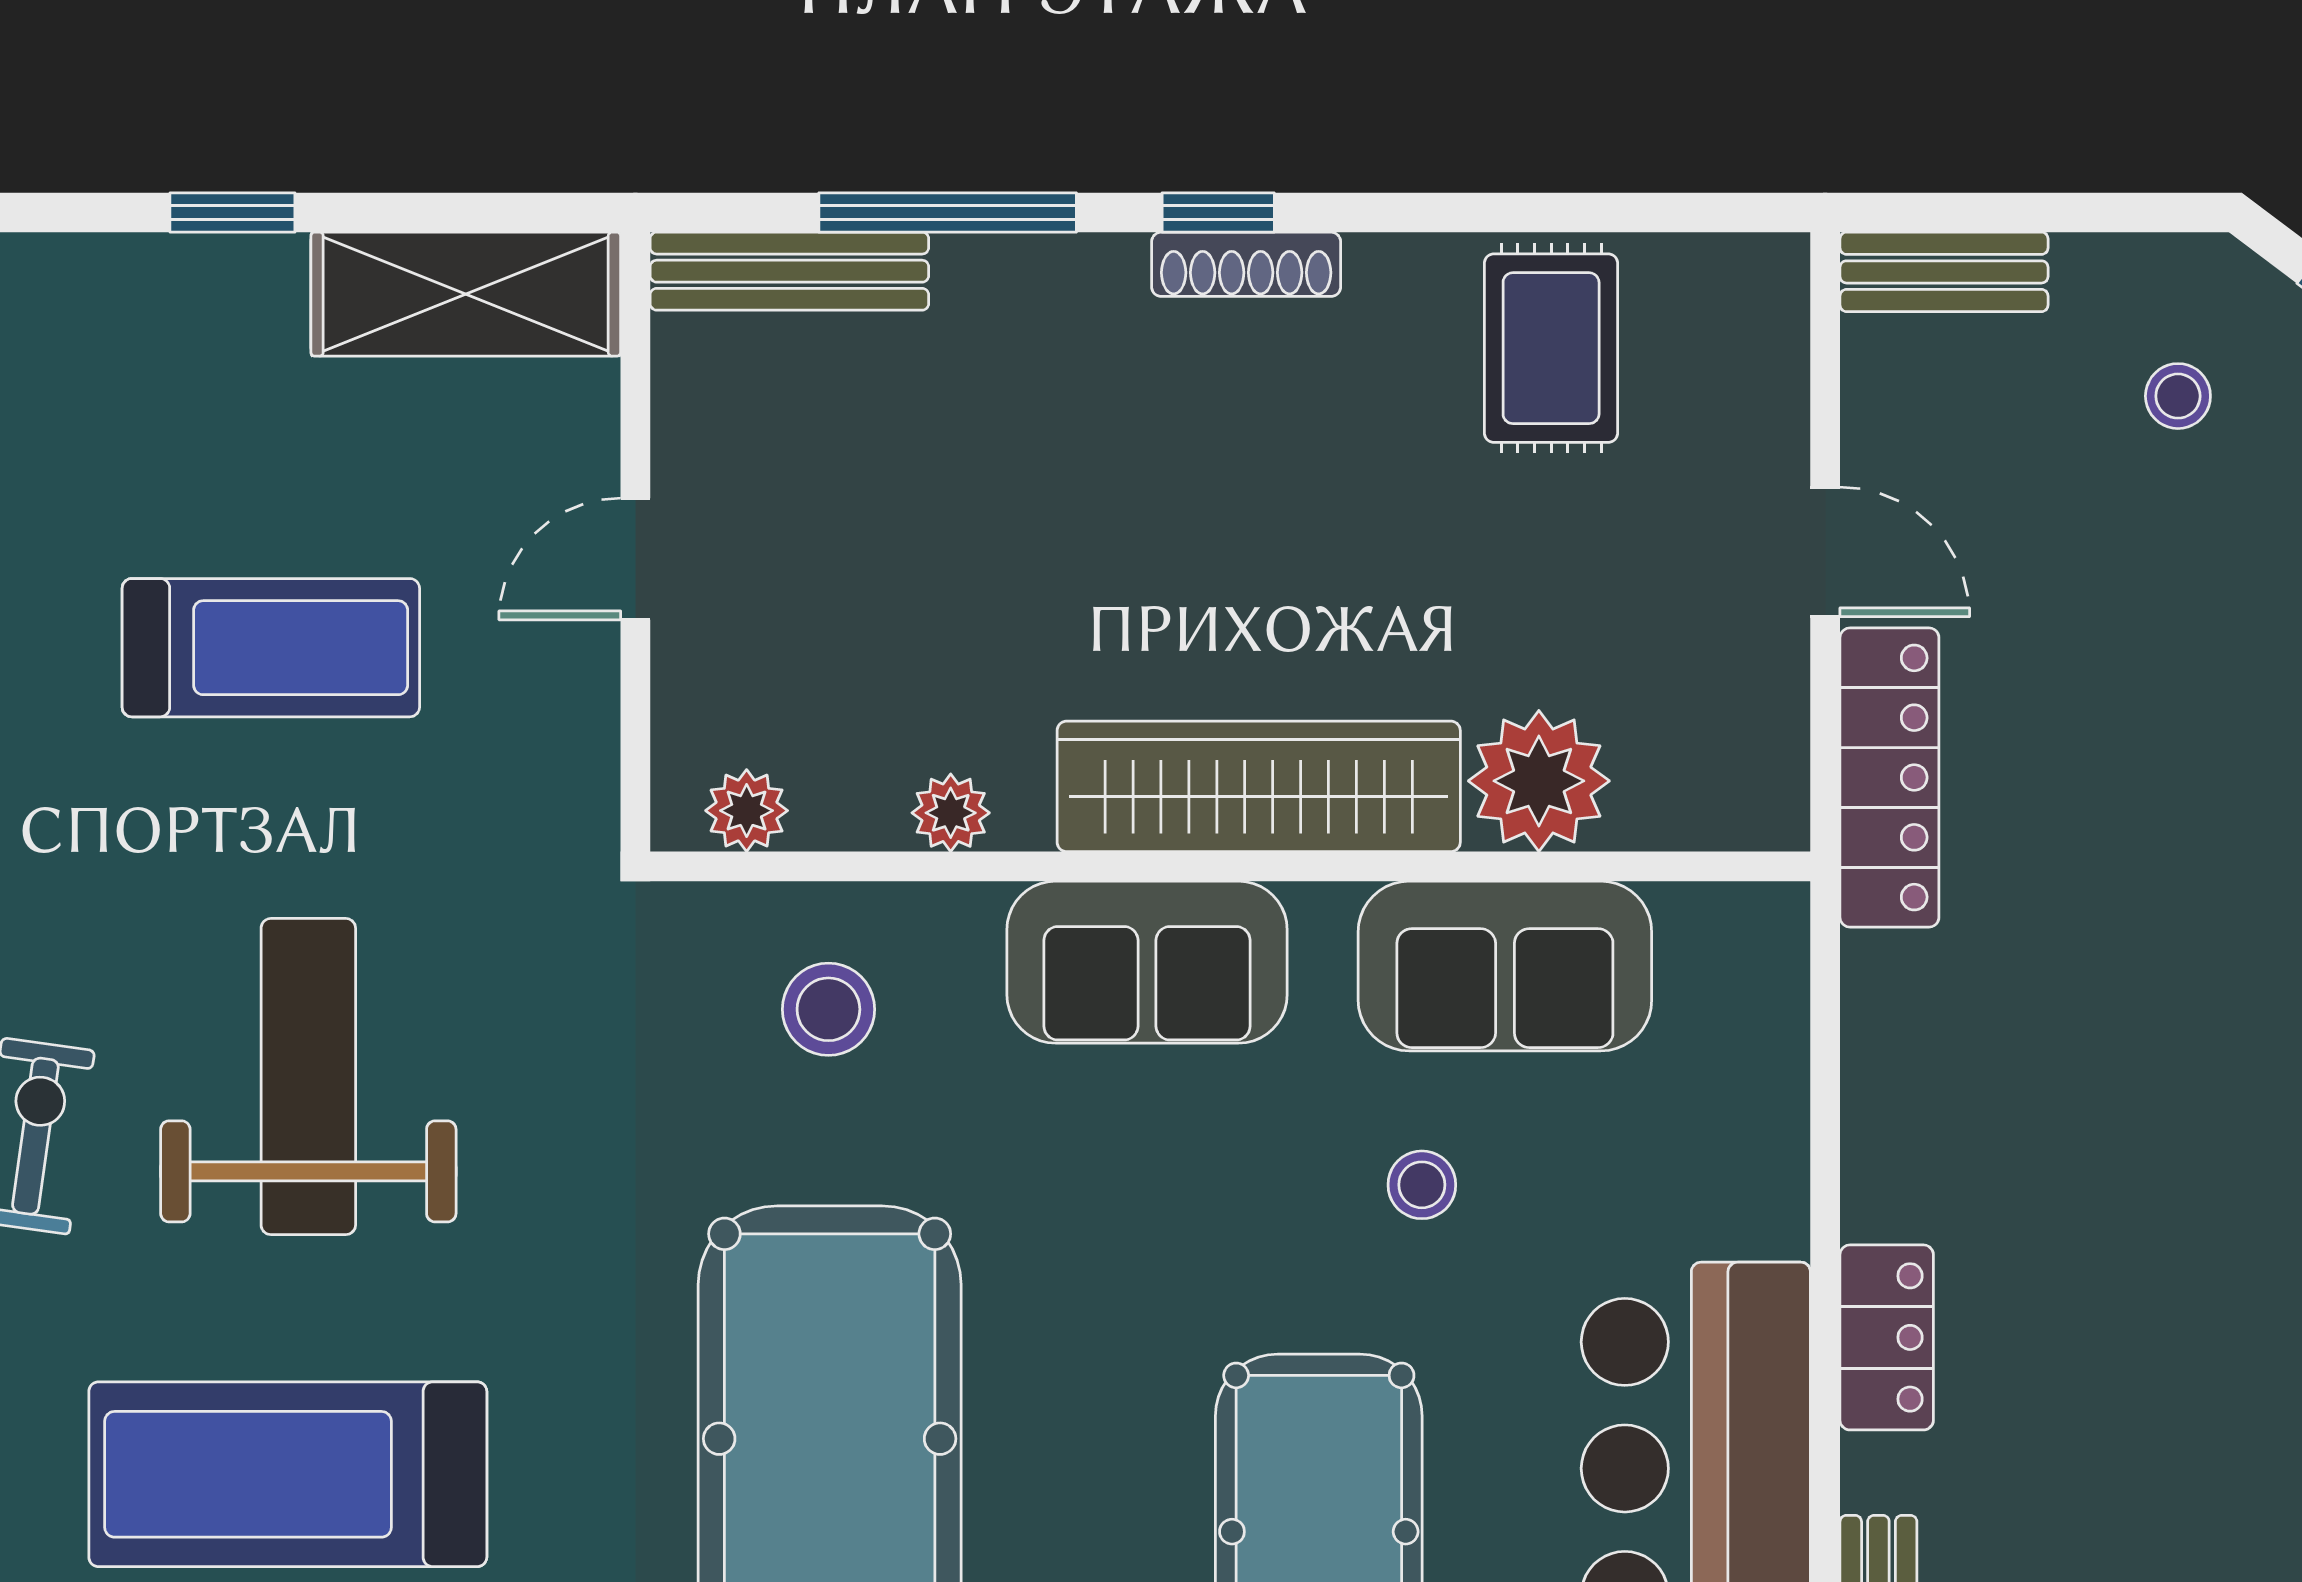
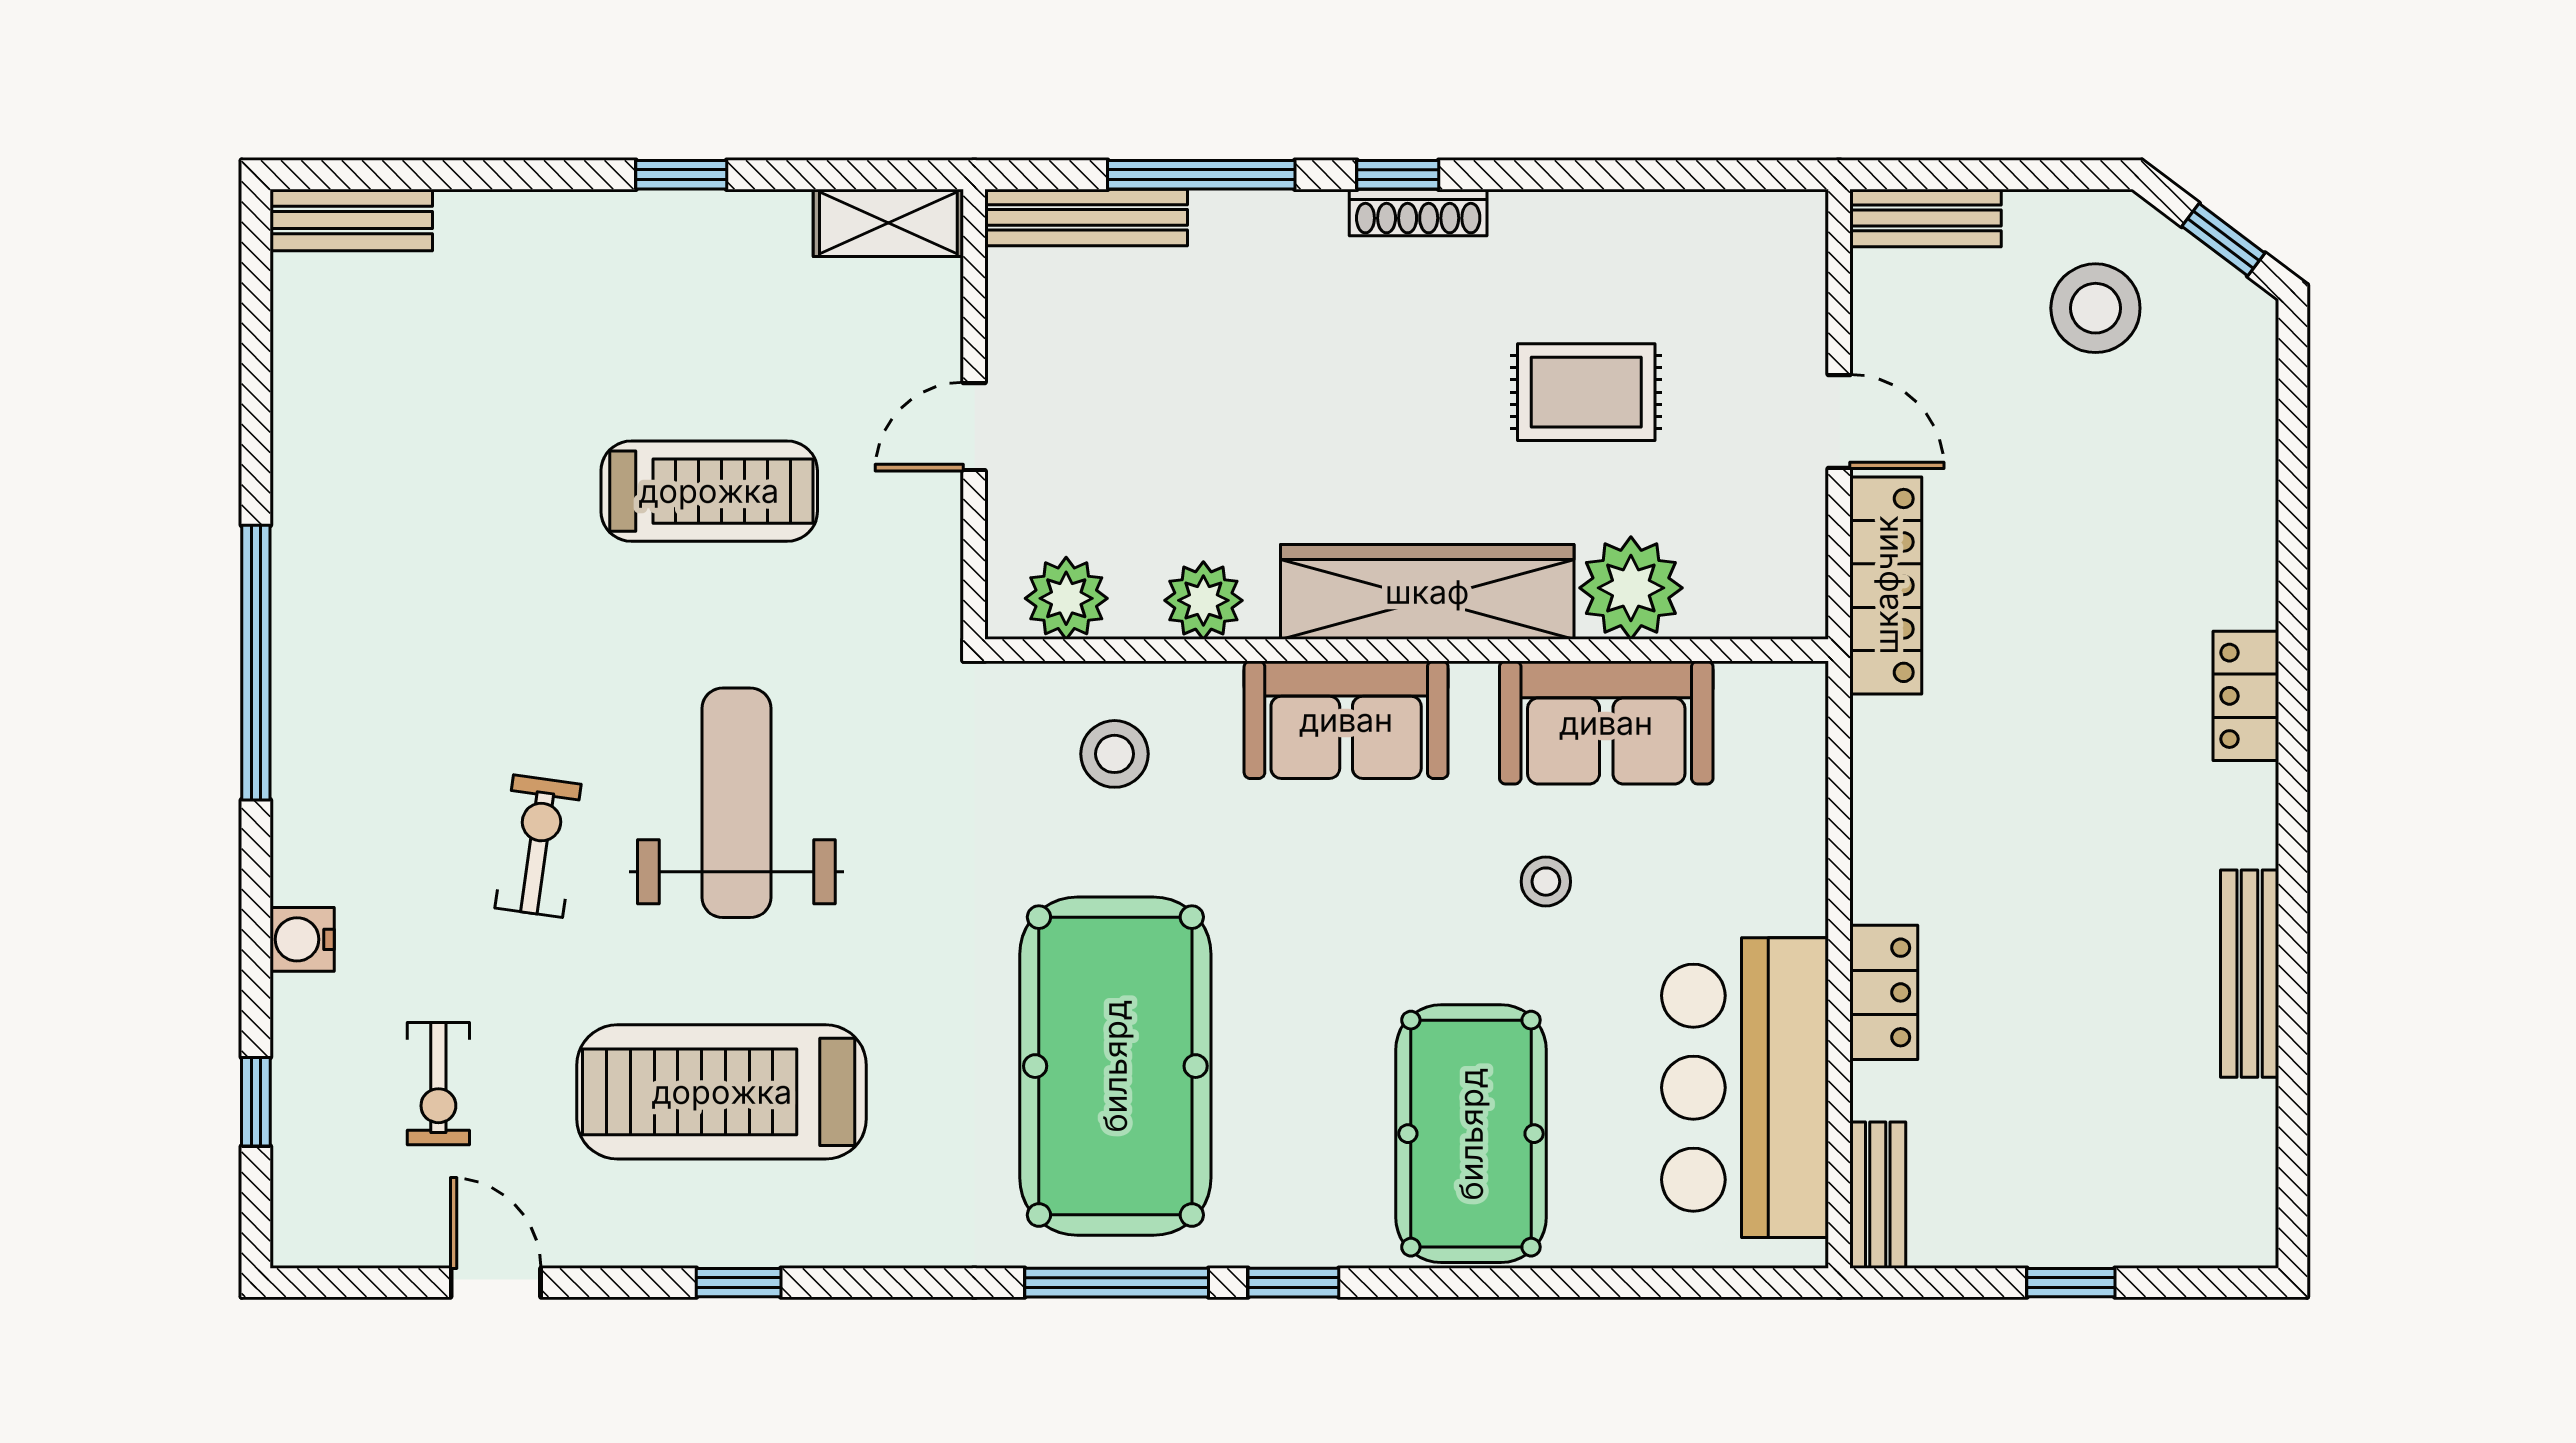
shelving: (466, 294) -> (888, 223), width x0.67, depth x0.75
rug: (1551, 348) -> (1586, 392), moved, turned 90
stool: (2178, 396) -> (2095, 308), width x1.89, depth x1.89
plant: (747, 811) -> (1066, 598), width x1.38, depth x1.38
plant: (951, 813) -> (1203, 600), width x1.38, depth x1.38

